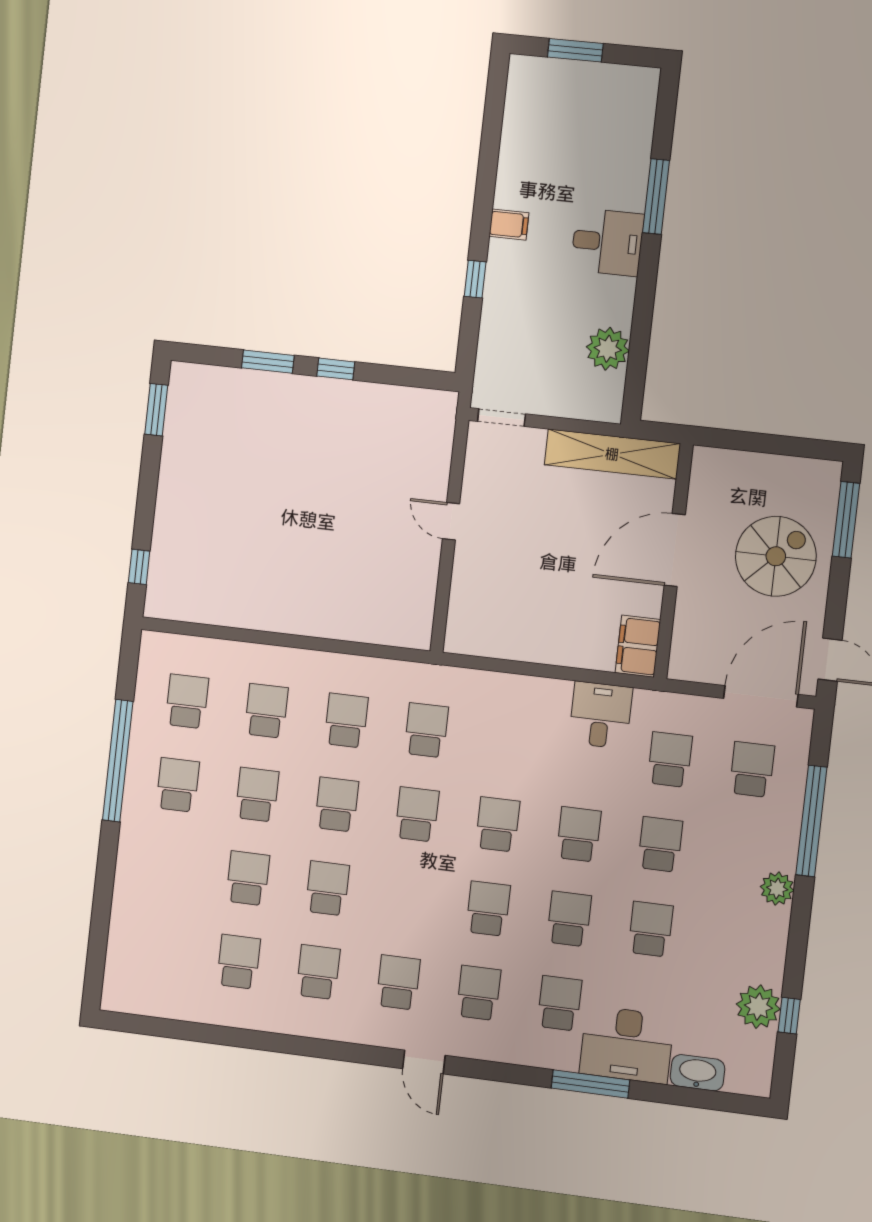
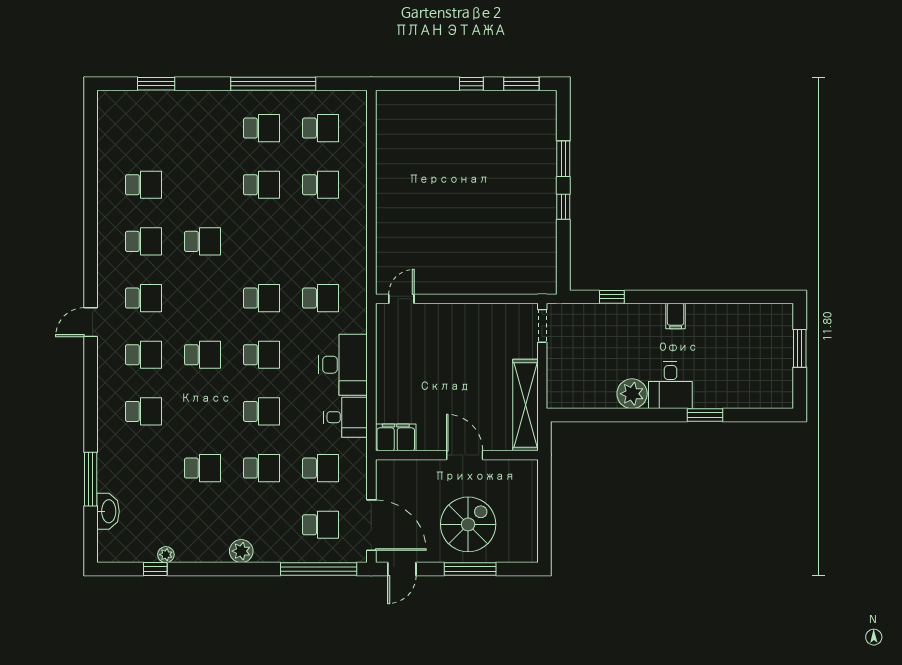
window: (656, 197) -> (705, 415), width x0.69
window: (475, 279) -> (612, 297), moved
plant: (608, 349) -> (632, 394), moved
window: (846, 520) -> (470, 569), moved
door: (451, 521) -> (401, 299), moved
door: (675, 550) -> (465, 455), width x0.73
spiral stairs: (776, 556) -> (468, 524), turned -90
window: (139, 567) -> (471, 84), moved
school desk: (346, 721) -> (321, 241), removed
school desk: (337, 804) -> (262, 241), removed
window: (811, 821) -> (319, 569), moved
school desk: (248, 878) -> (202, 185), removed
school desk: (569, 919) -> (202, 411), removed
window: (100, 926) -> (156, 84), added
plant: (758, 1007) -> (166, 555), width x0.53, depth x0.53
desk: (627, 1045) -> (343, 365), moved, turned 180
window: (590, 1084) -> (91, 479), moved

